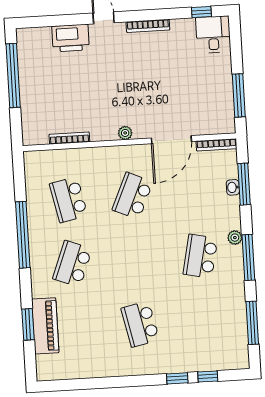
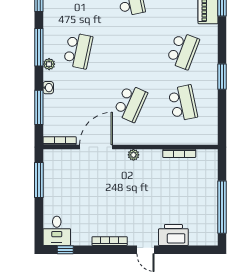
washbasin: (233, 187) -> (48, 88), moved
window: (23, 235) -> (222, 77), width x0.47

